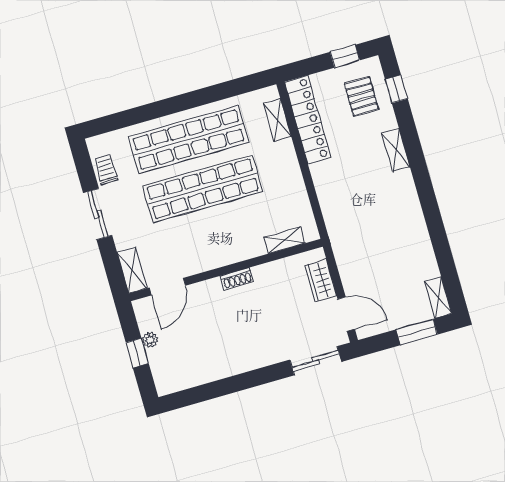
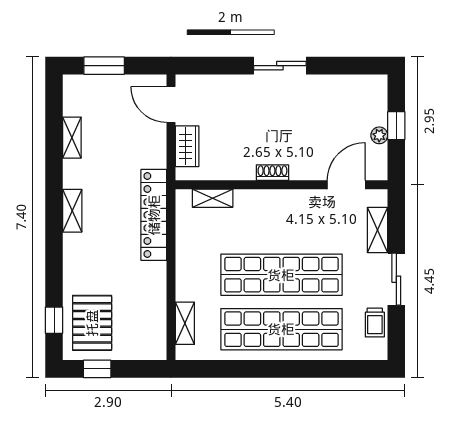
pallet: (361, 96) -> (92, 323), width x1.50, depth x1.42
locker: (308, 120) -> (154, 215), moved
shelving: (396, 150) -> (72, 211), moved
shelving: (132, 270) -> (377, 230), moved
shelving: (438, 297) -> (72, 138), moved
sliding door: (316, 361) -> (280, 66), moved

